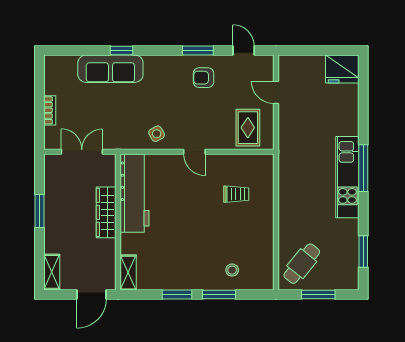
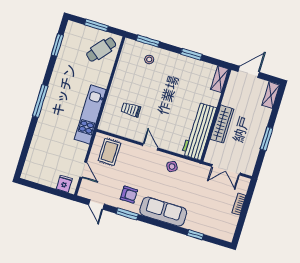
window: (122, 51) -> (195, 235), moved
sofa: (110, 69) -> (163, 212), moved
fridge: (342, 69) -> (64, 184), moved, width x0.53, depth x0.75
kitchen unit: (347, 177) -> (90, 114), moved, turned 180
window: (219, 295) -> (148, 41), moved

